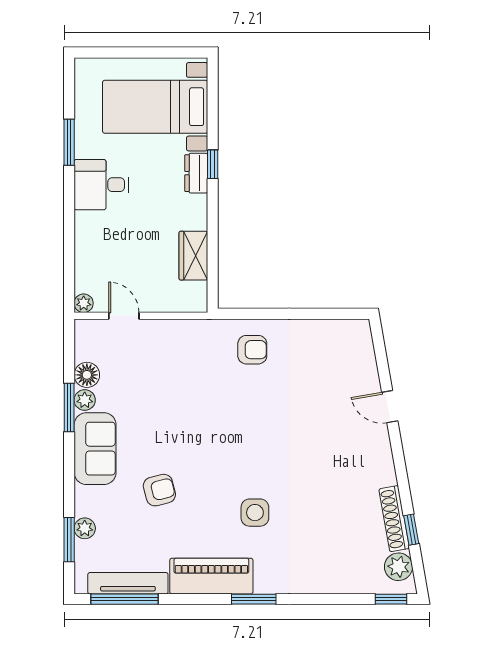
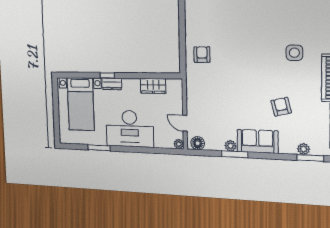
desk: (101, 185) -> (130, 129), width x1.87, depth x1.30
door: (124, 316) -> (185, 123), hinge flipped
floor lamp: (87, 375) -> (198, 143), moved

